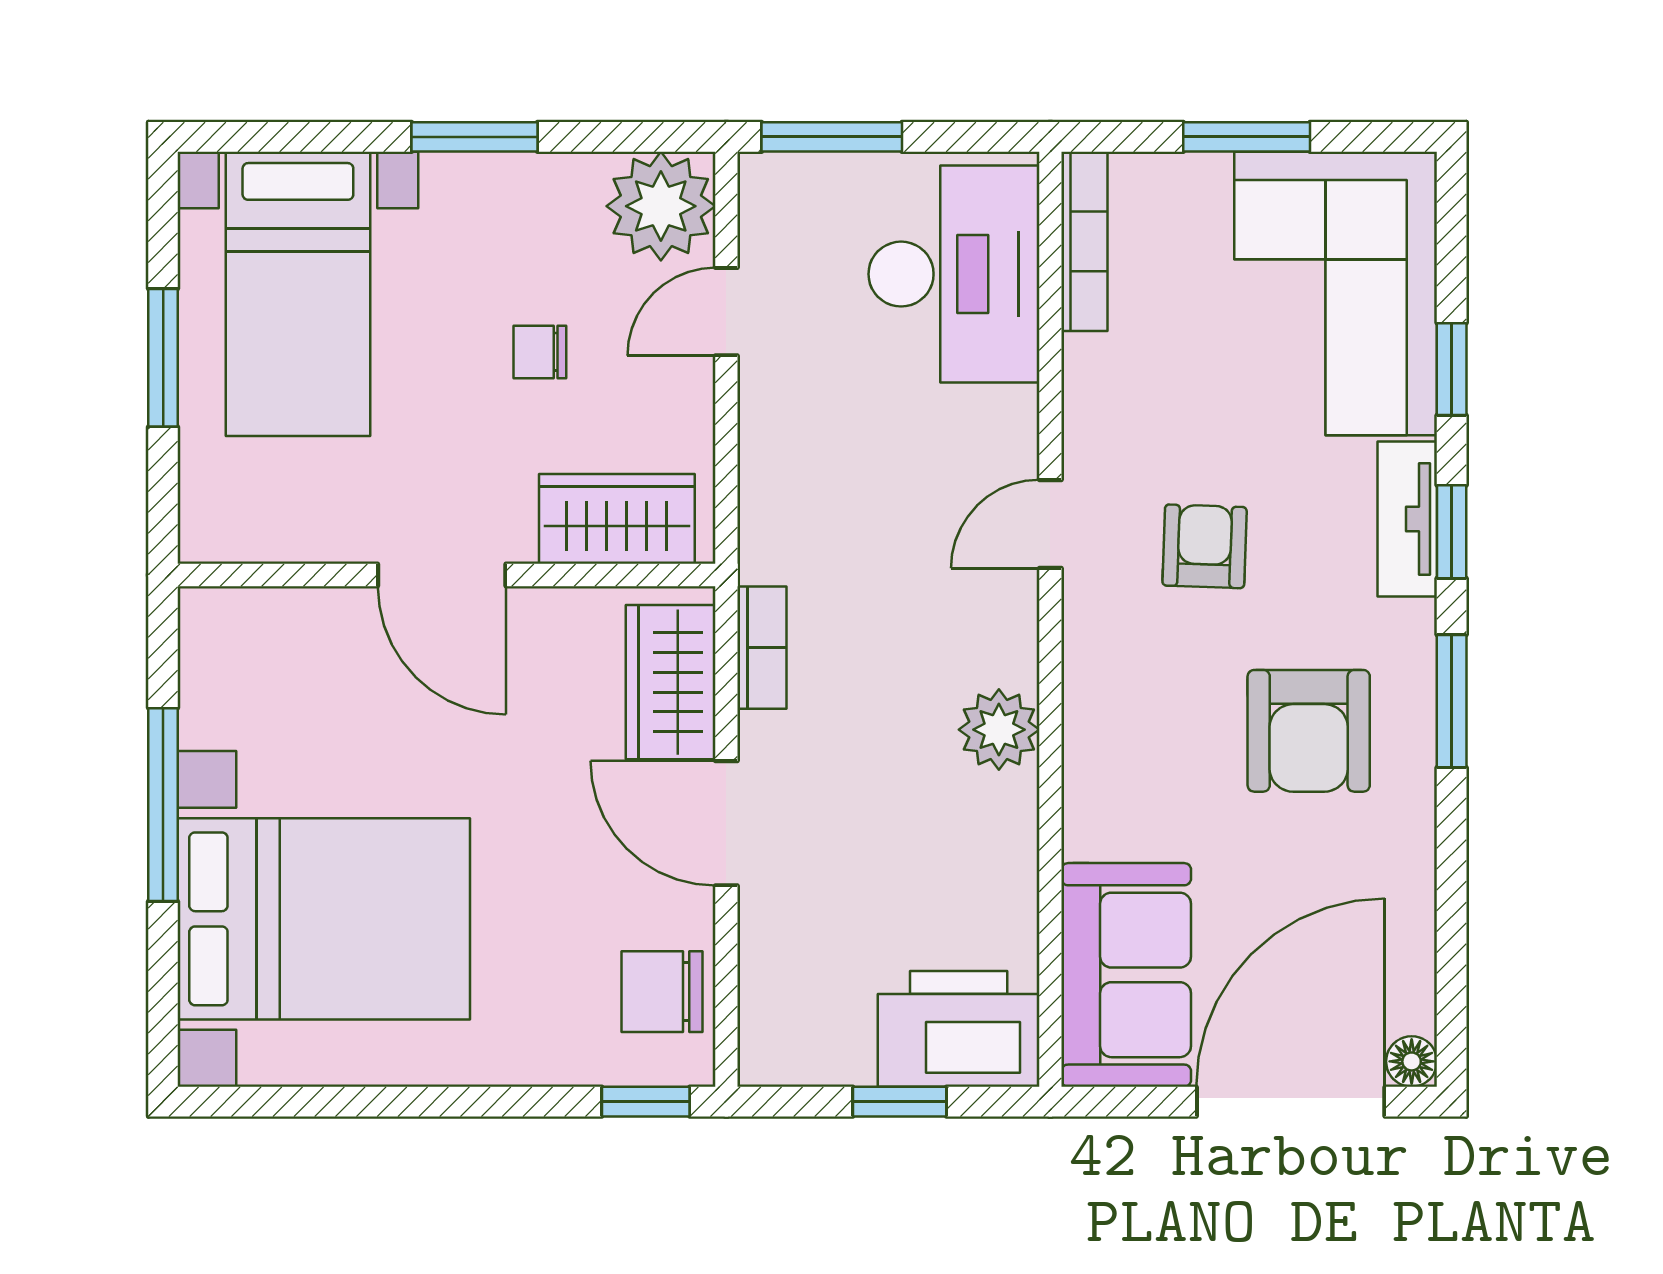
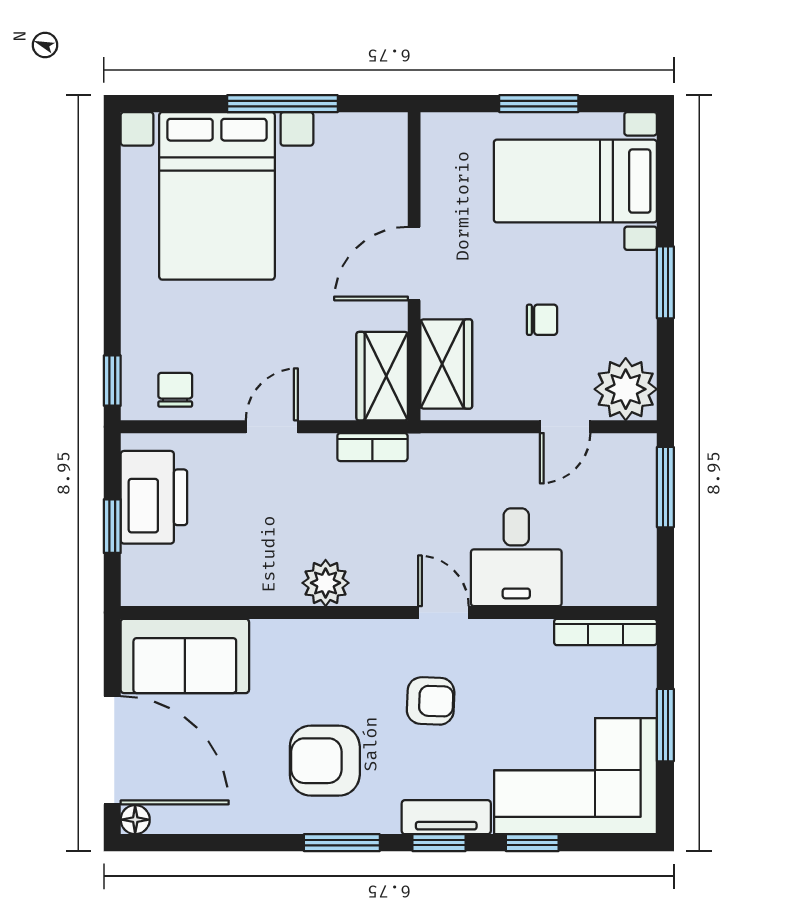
desk: (954, 274) -> (516, 557), moved, width x0.73
door: (726, 312) -> (565, 427), swing flipped
chair: (540, 352) -> (542, 320), turned 90
wardrobe: (671, 682) -> (382, 376), moved, turned -90
door: (726, 823) -> (272, 427), width x0.73
chair: (662, 992) -> (175, 390), width x0.73, depth x0.73
printer: (959, 1029) -> (154, 497), moved

